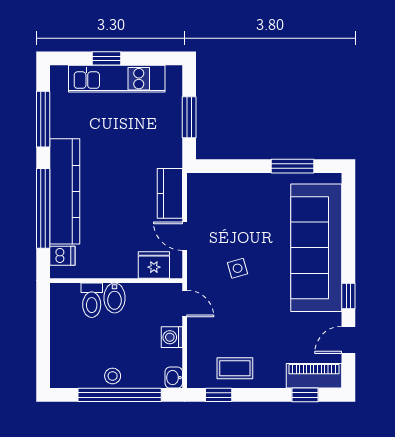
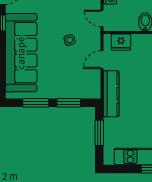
window: (239, 166) -> (69, 103), added
kitchen counter: (170, 193) -> (111, 94), width x1.50
door: (185, 236) -> (102, 60), swing flipped

